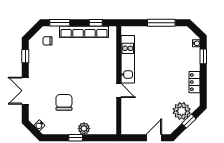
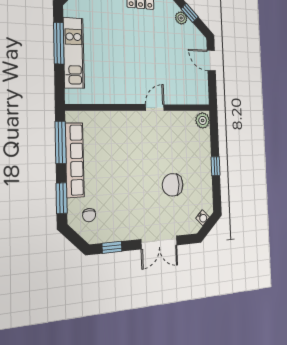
window: (96, 23) -> (61, 142), width x2.17
kitchen unit: (128, 59) -> (74, 53), moved, turned 90
plant: (182, 111) -> (181, 18), width x0.53, depth x0.53
plant: (84, 128) -> (203, 120), moved

